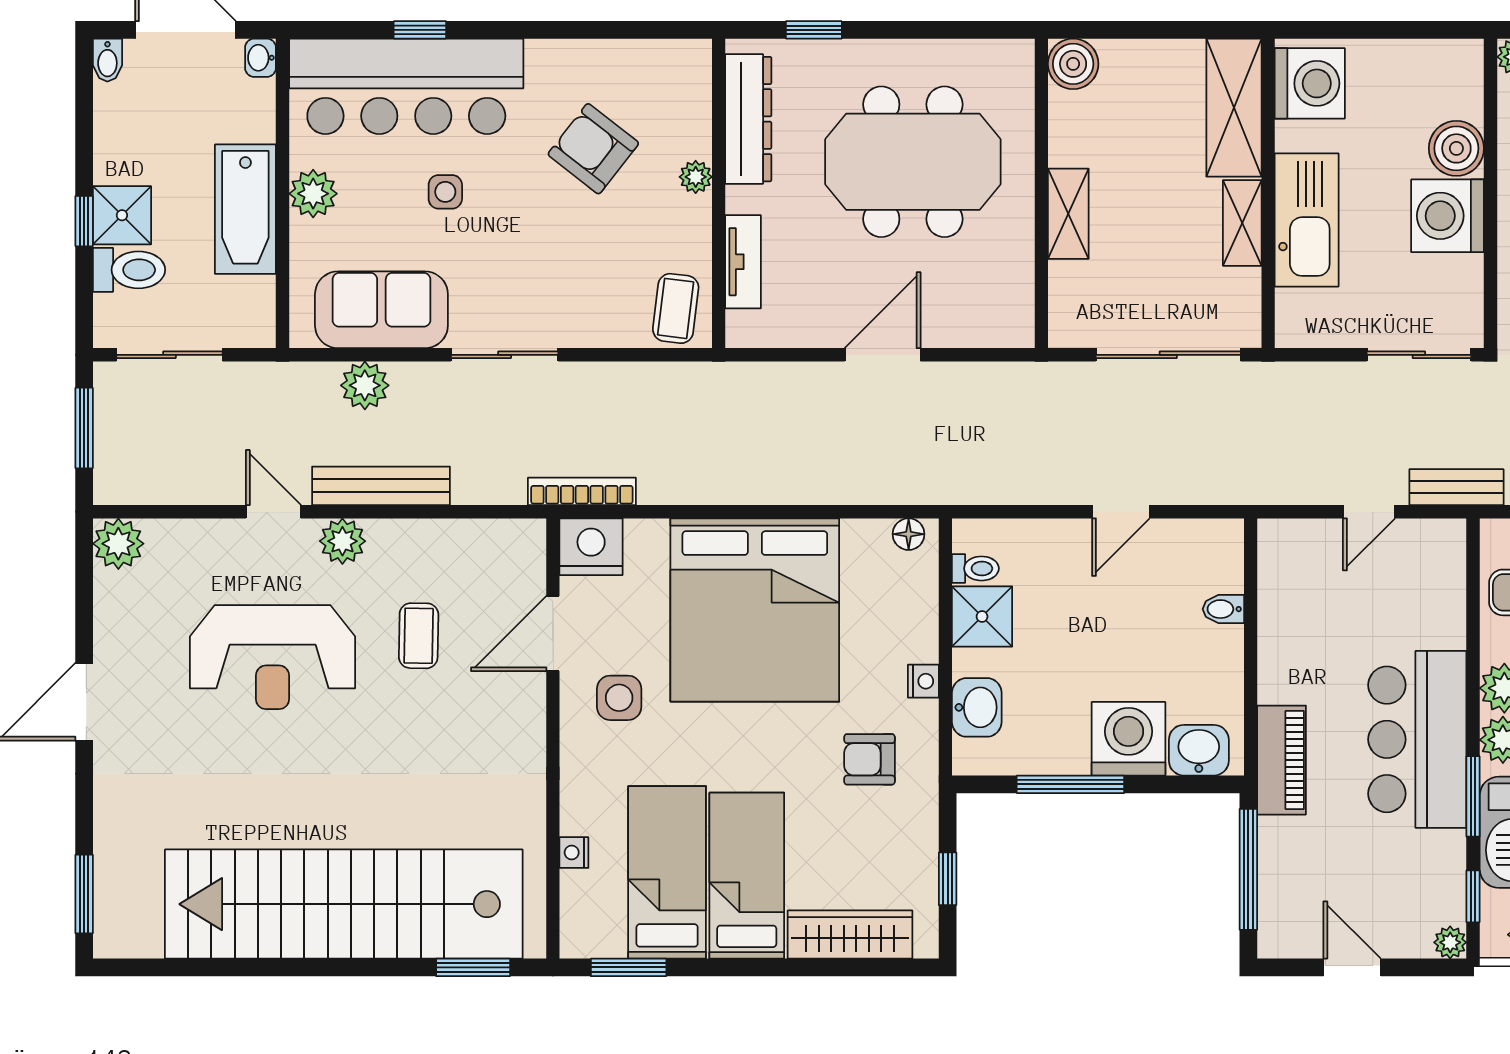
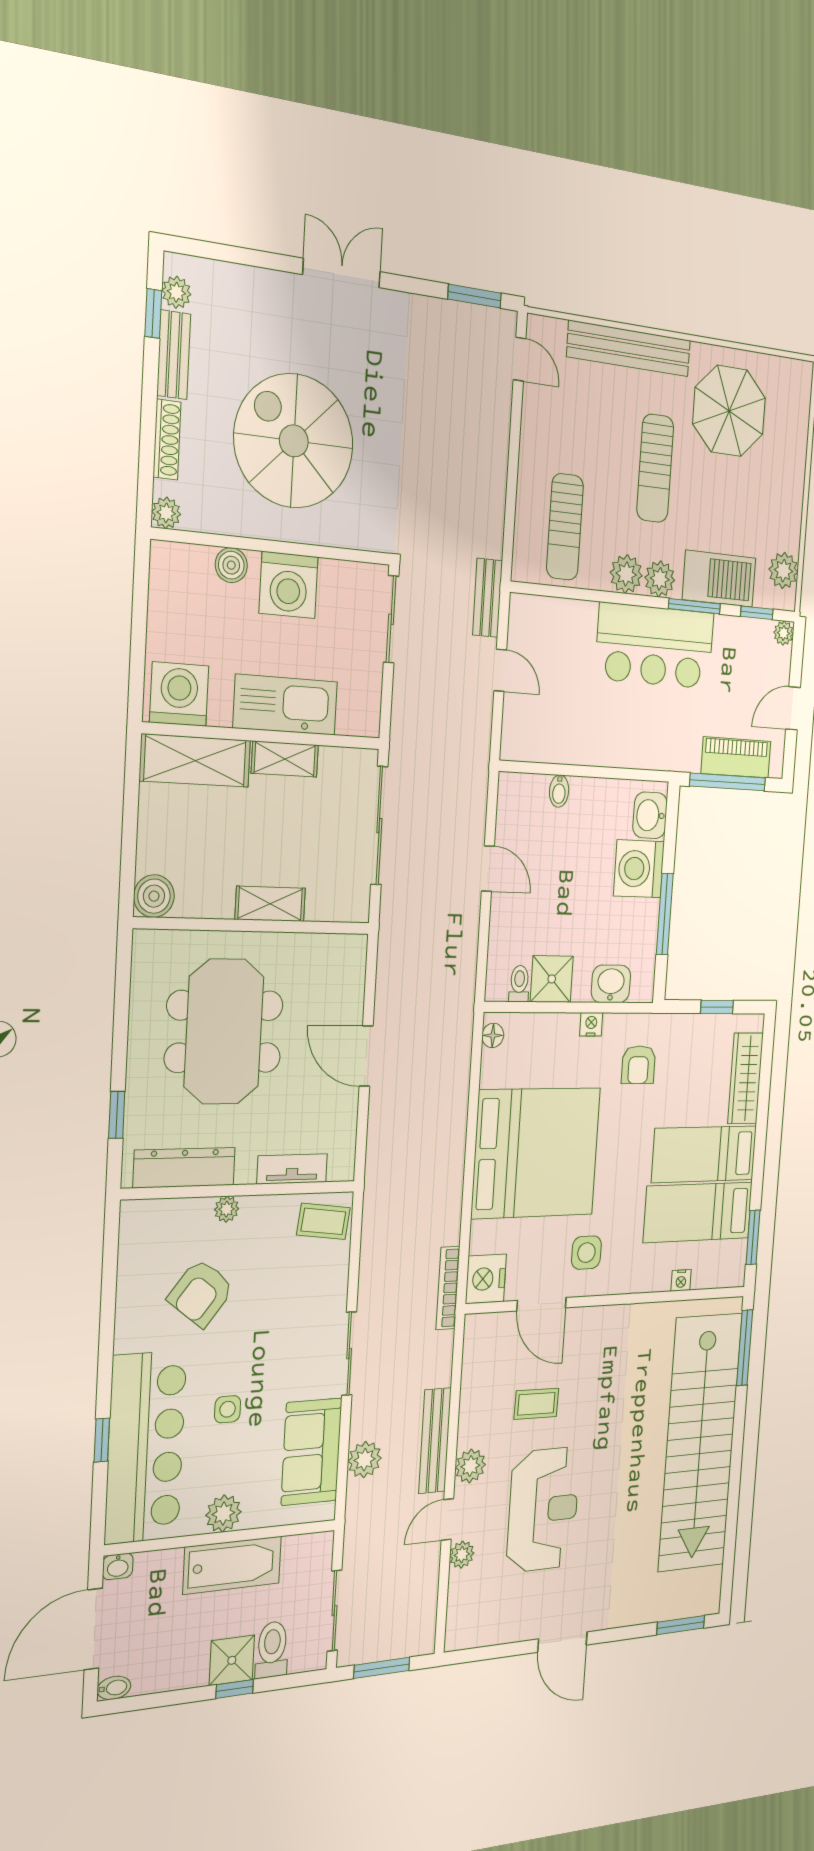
boiler: (1456, 148) -> (231, 565), width x0.73, depth x0.73
plant: (118, 544) -> (462, 1555), moved, width x0.73, depth x0.73
piano: (1282, 760) -> (736, 757), moved
window: (473, 967) -> (745, 1348), width x1.44

